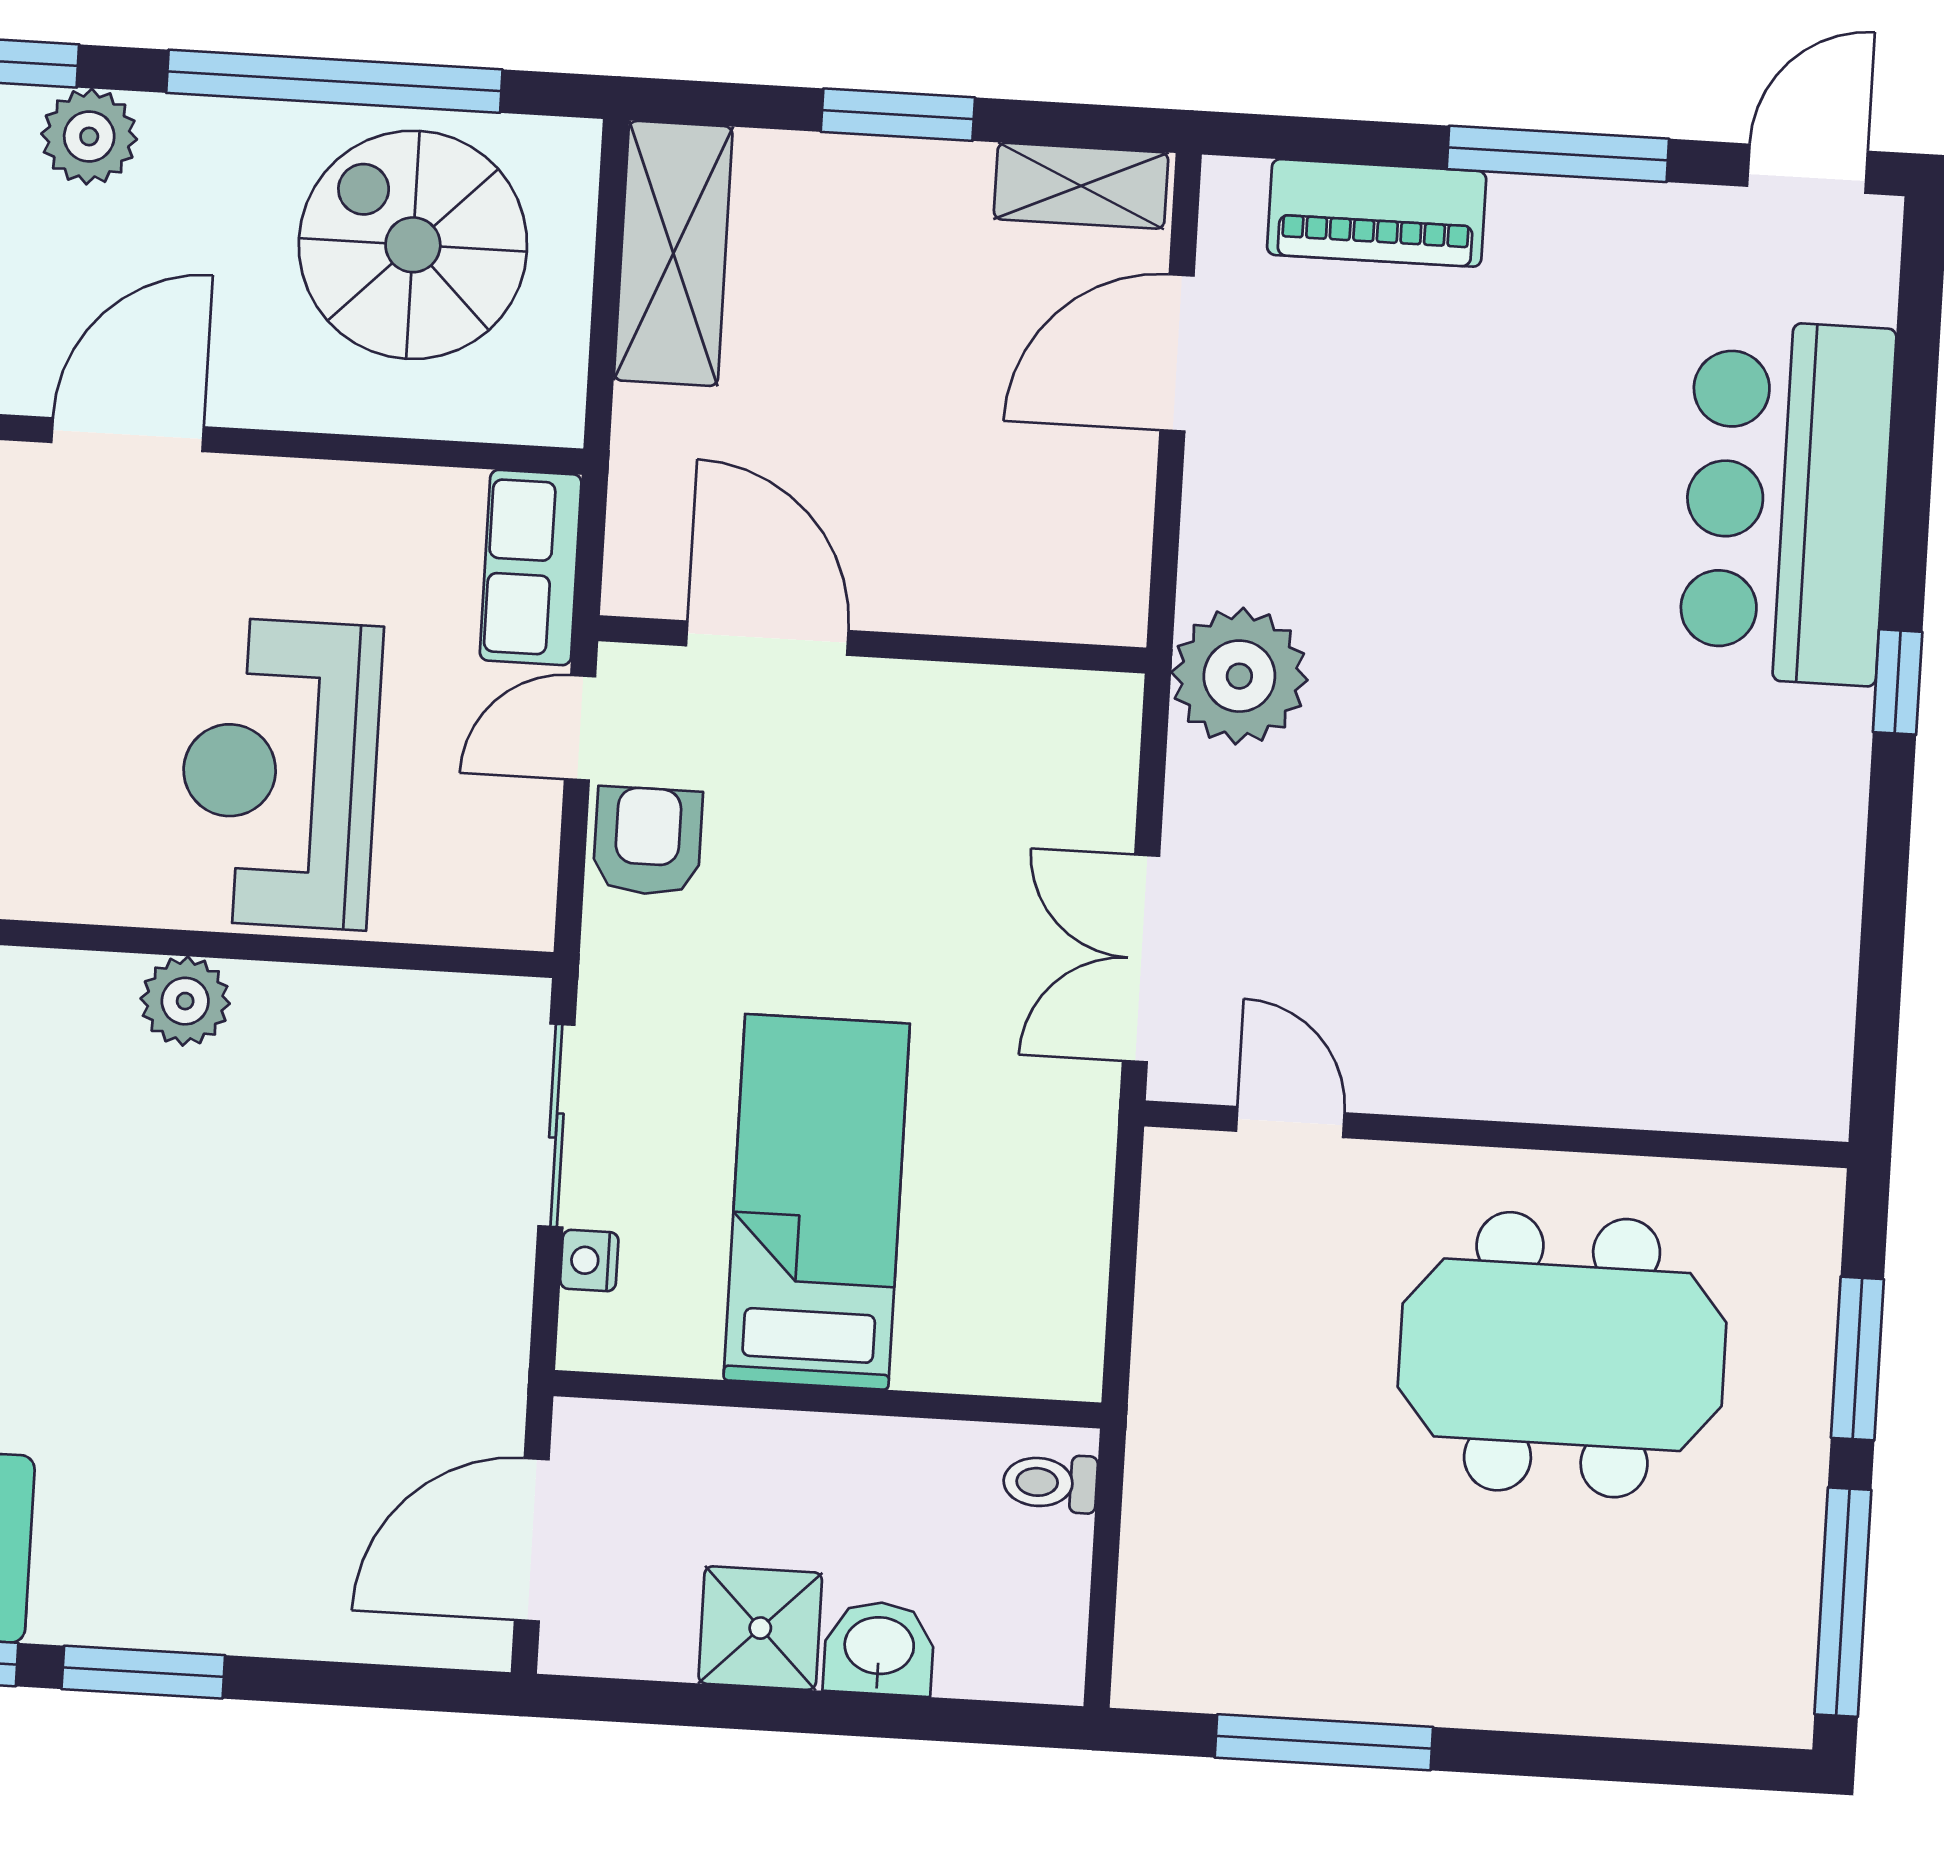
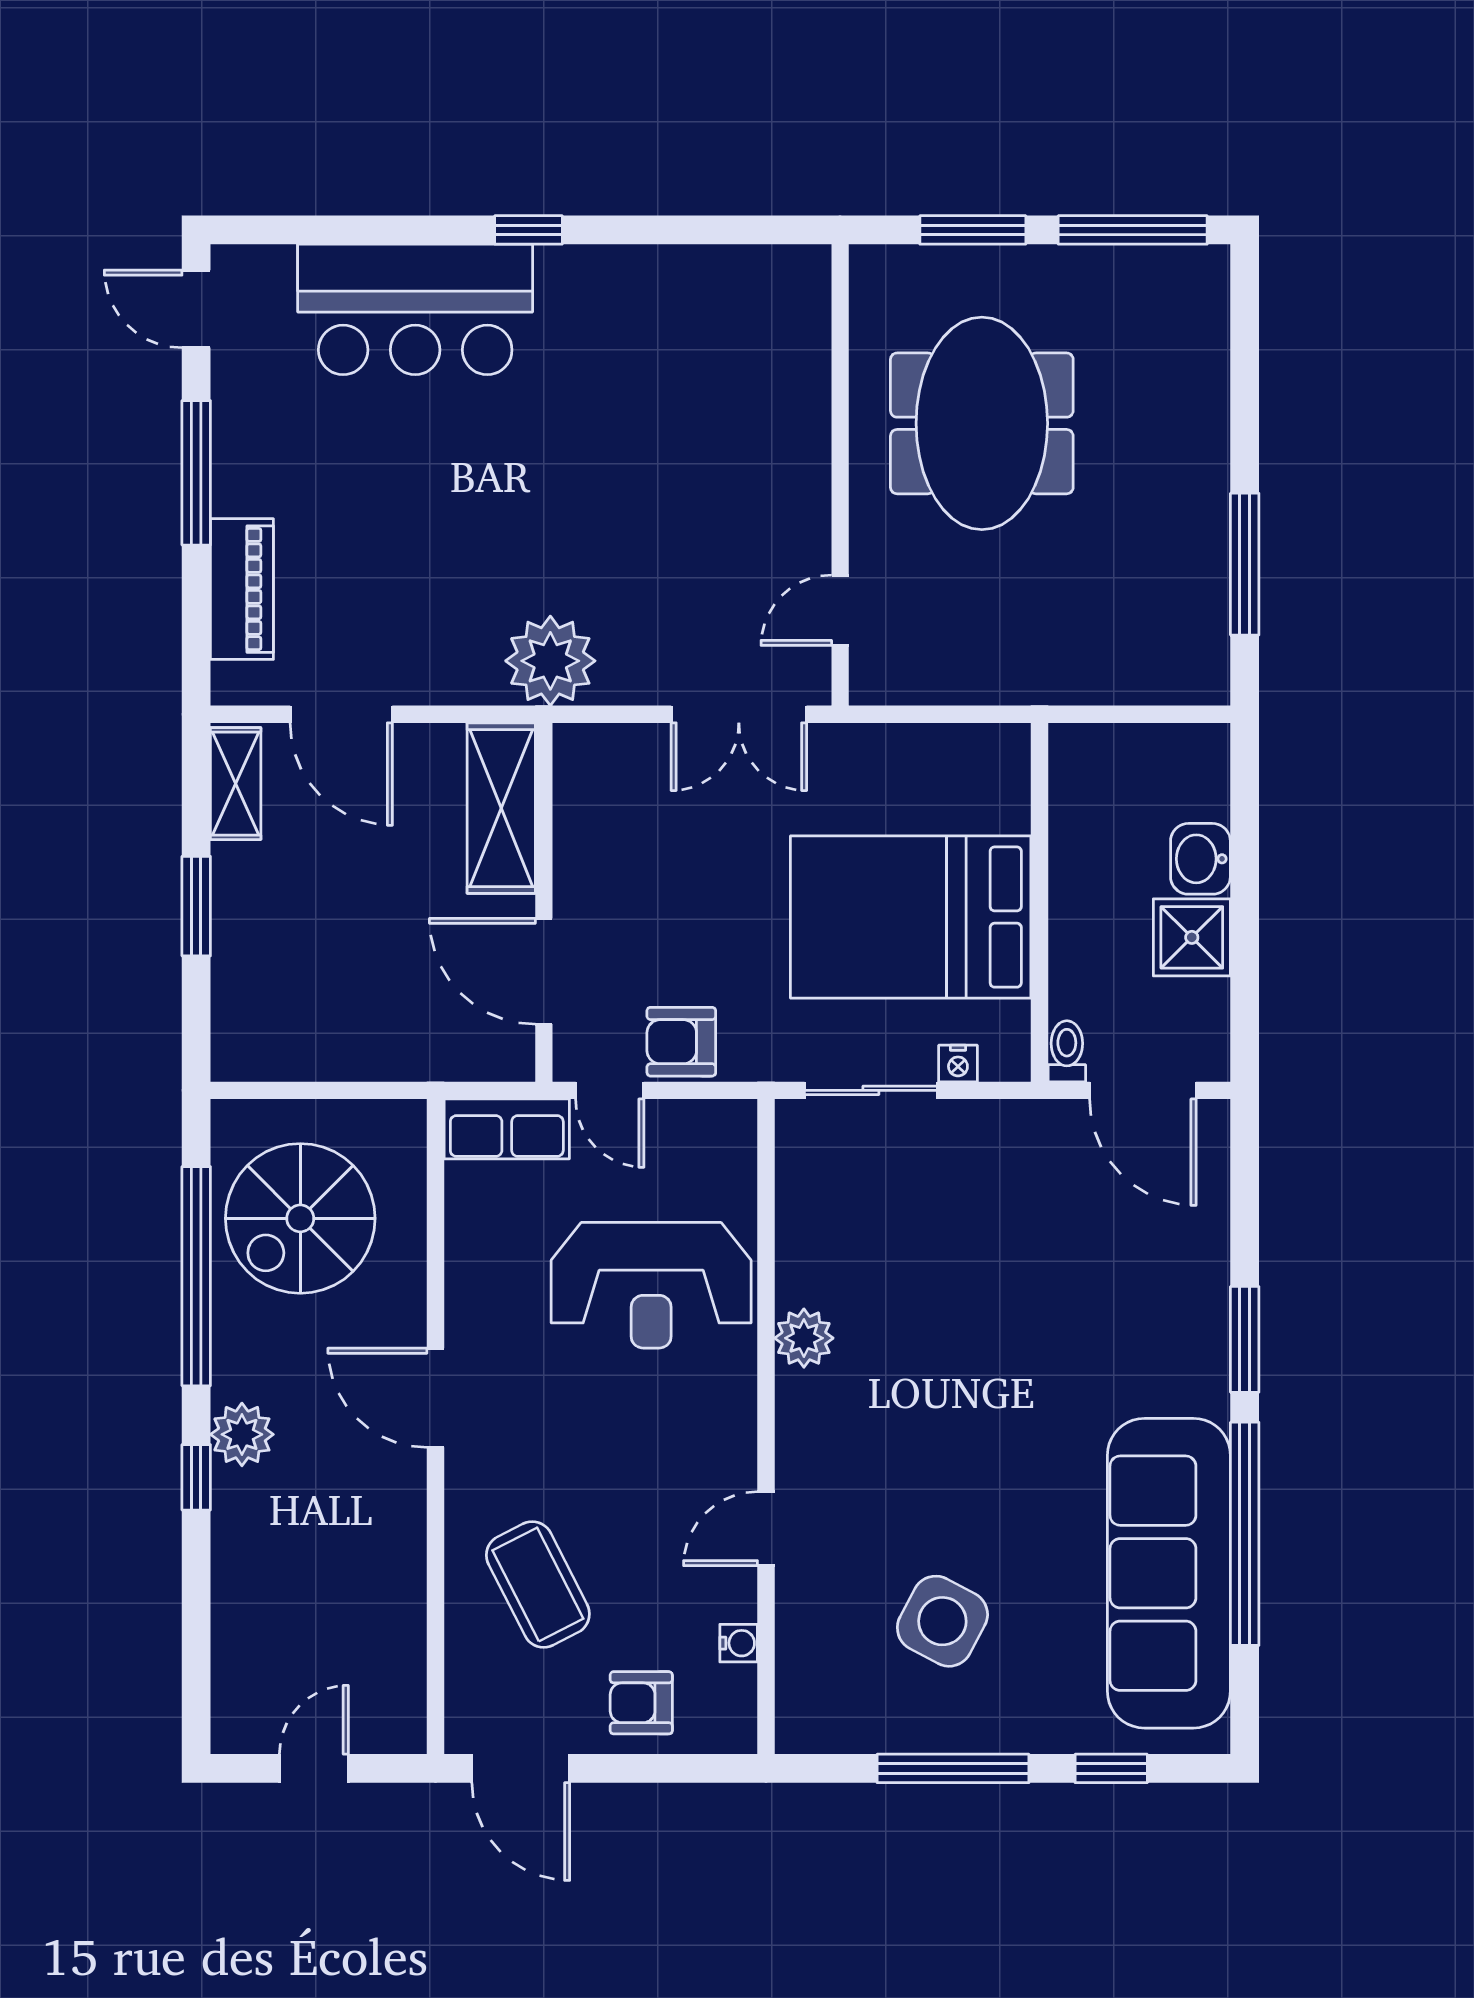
shelving: (673, 253) -> (501, 808), moved, turned 90
door: (767, 638) -> (544, 971), hinge flipped
bed: (817, 1202) -> (911, 917), width x1.50
toilet: (1050, 1483) -> (1067, 1051), moved, turned 180

